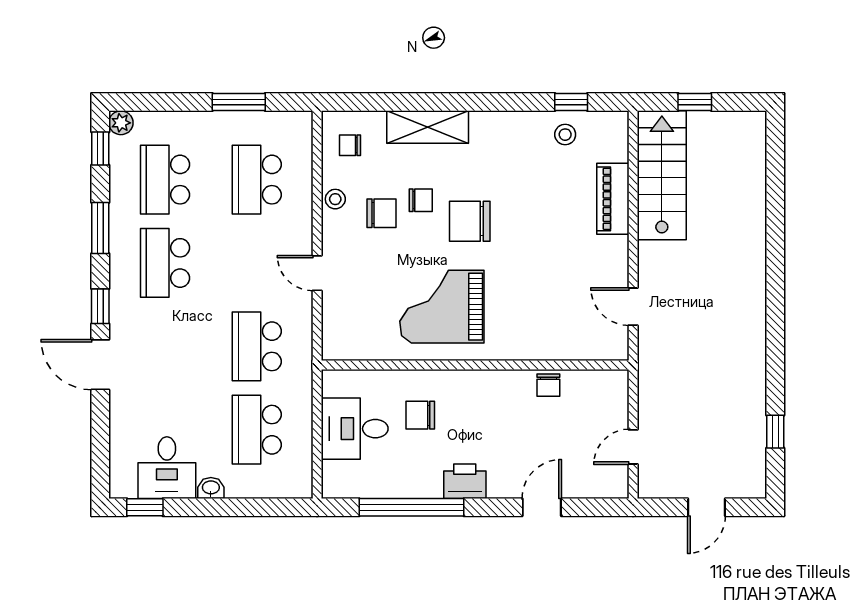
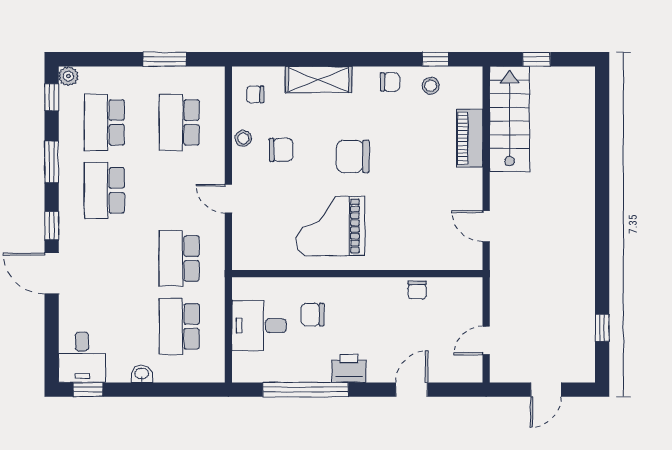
chair: (421, 200) -> (390, 82), moved
desk: (167, 468) -> (82, 357), moved

